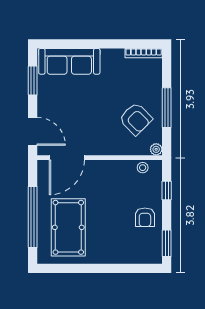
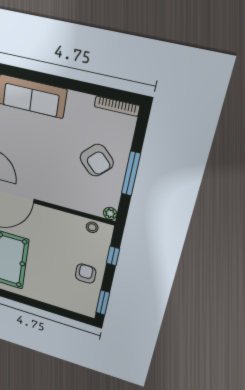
armchair: (136, 119) -> (97, 160), moved
armchair: (145, 217) -> (86, 274), turned 180

